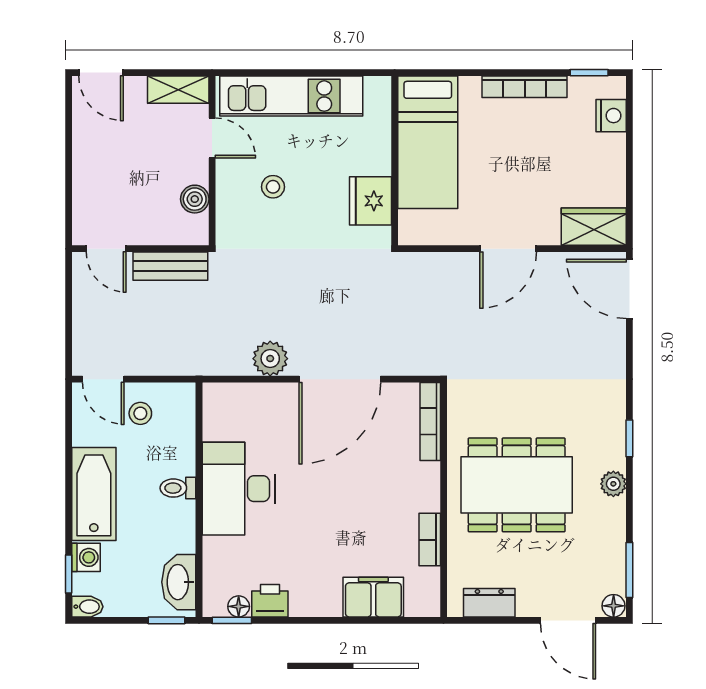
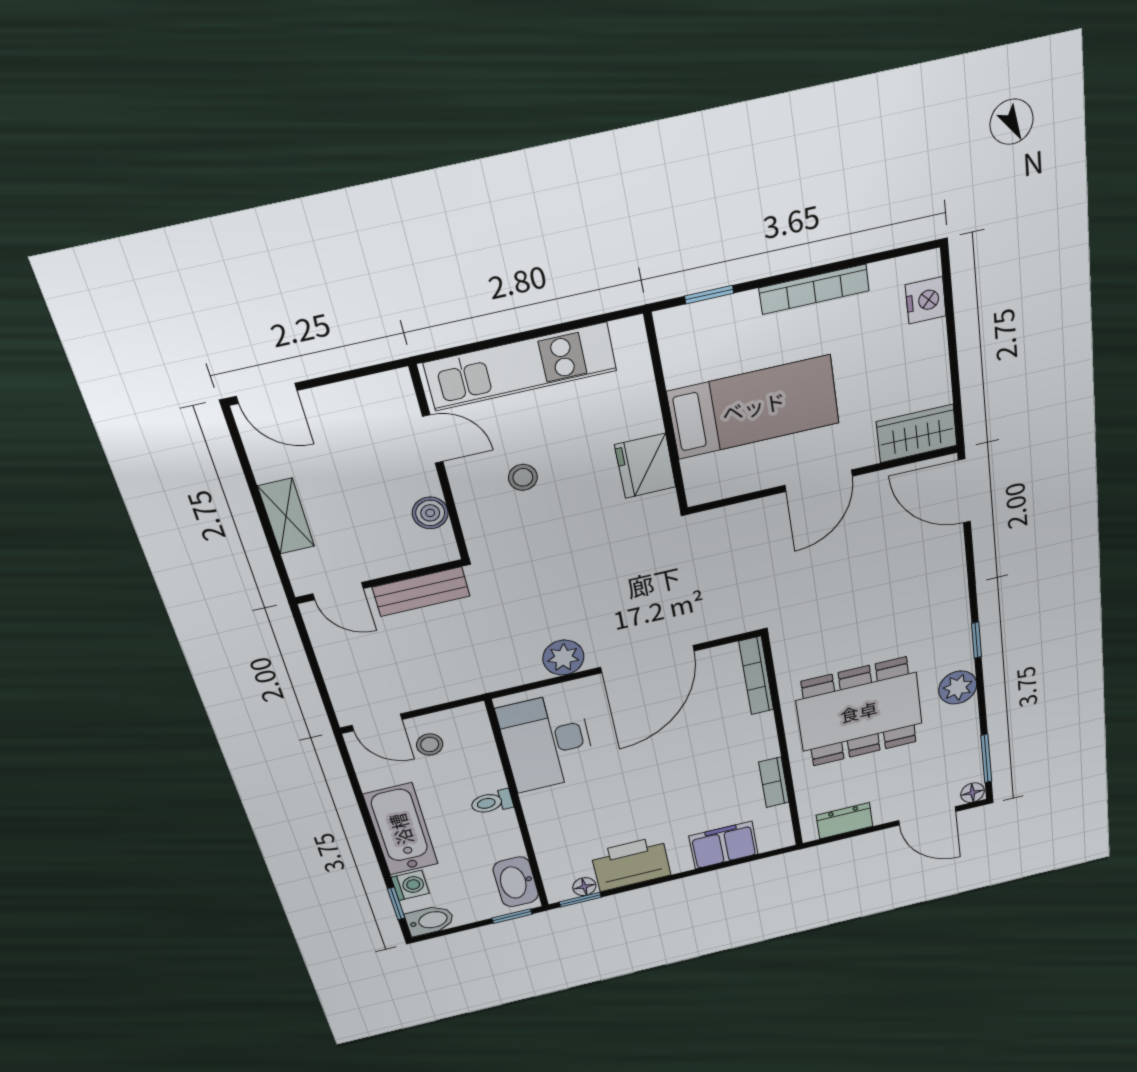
window: (589, 73) -> (709, 295), moved
shelving: (178, 90) -> (286, 516), moved, turned 90
bed: (428, 142) -> (754, 407), moved, turned -90
plant: (613, 484) -> (958, 688), width x1.38, depth x1.38
desk: (239, 489) -> (547, 742), moved
printer: (270, 601) -> (631, 864), width x1.87, depth x1.48
bidet: (87, 607) -> (430, 920), width x1.38, depth x1.36

